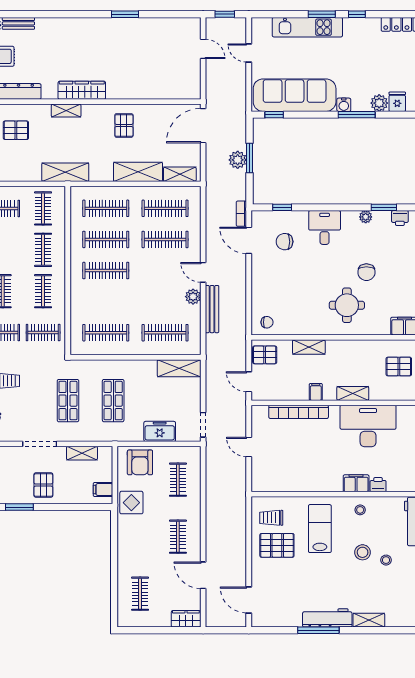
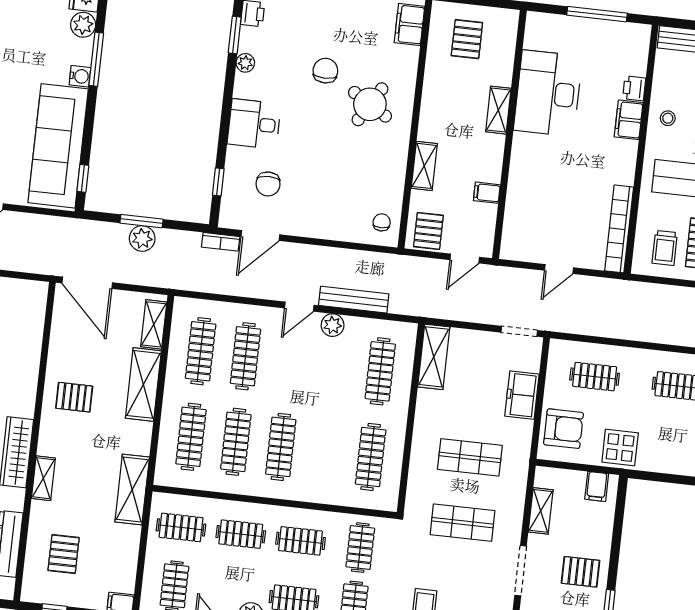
chair: (366, 272) -> (325, 71), turned -90
round table: (347, 305) -> (370, 104), turned 31
filing cabinet: (316, 392) -> (487, 193), moved
bookcase: (299, 412) -> (619, 229), moved, turned 180

